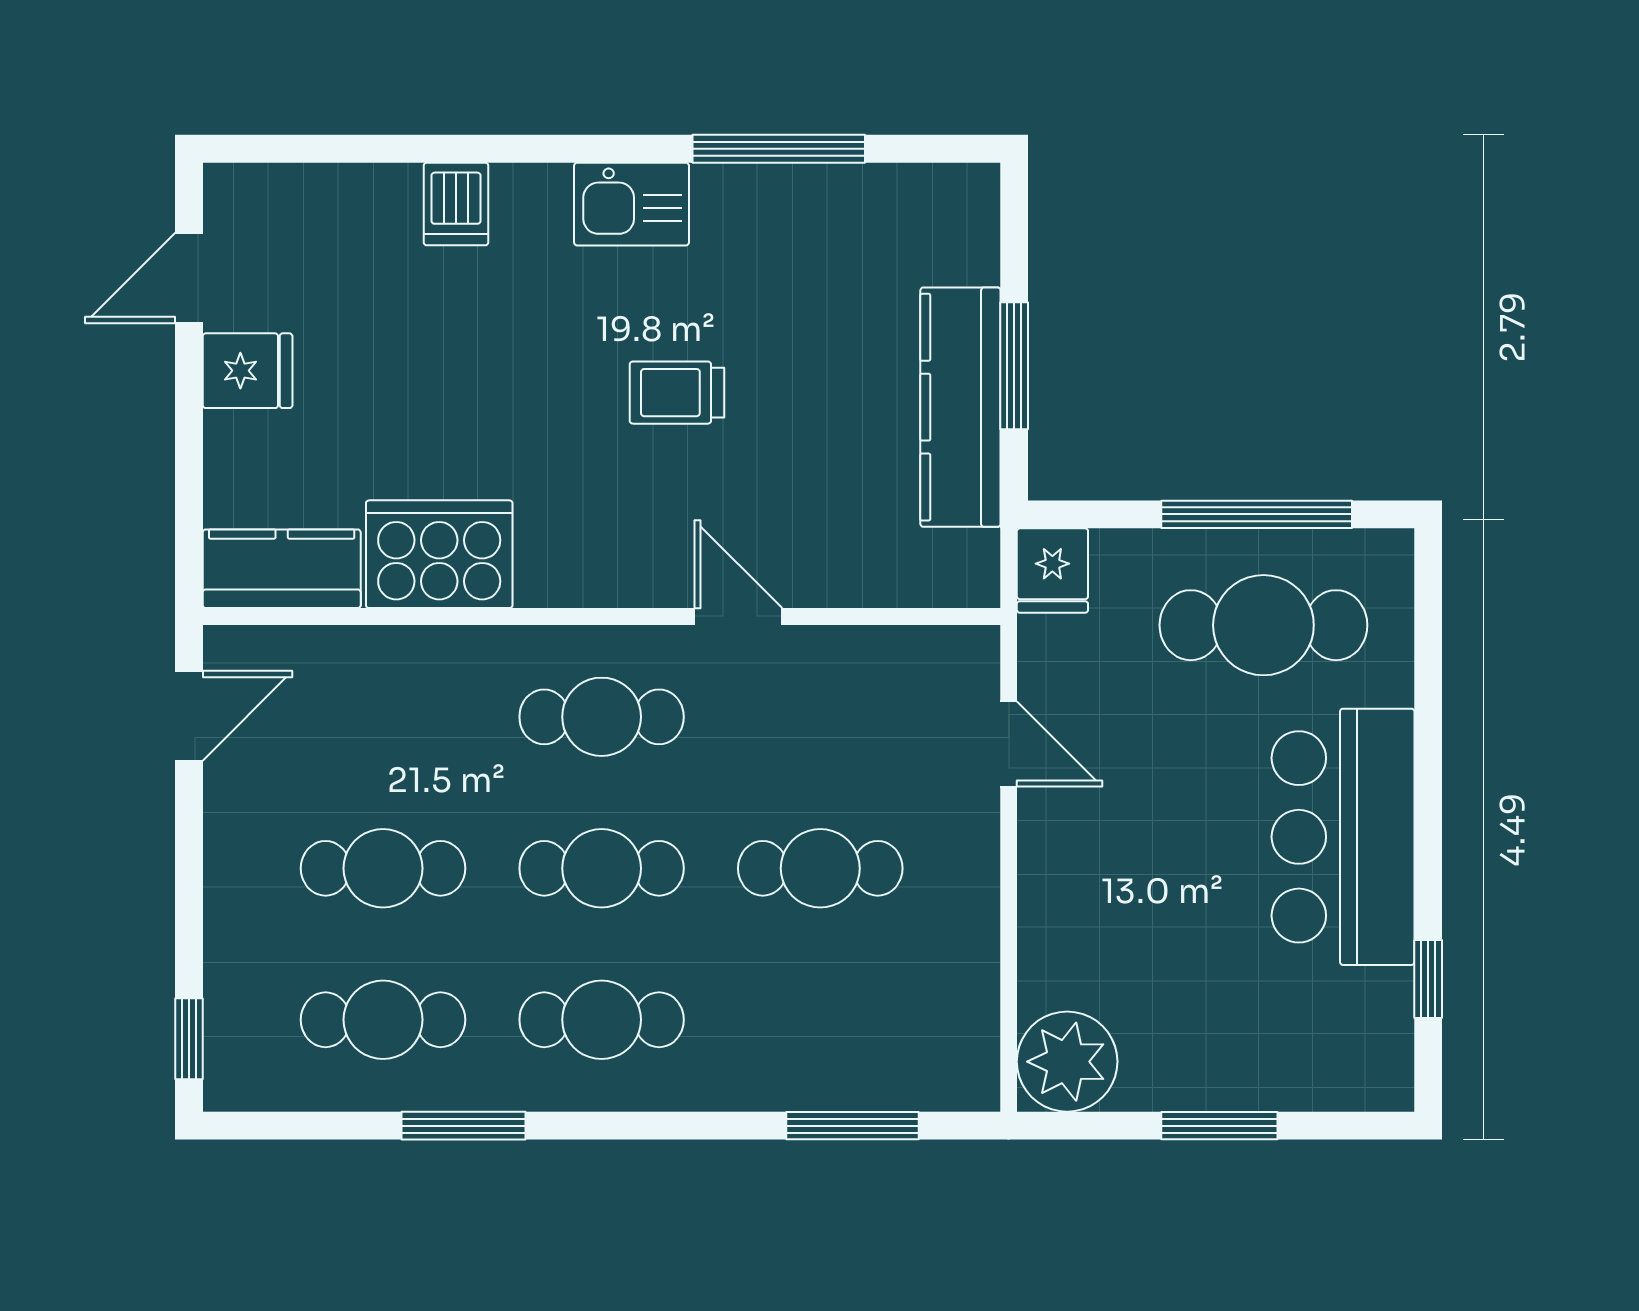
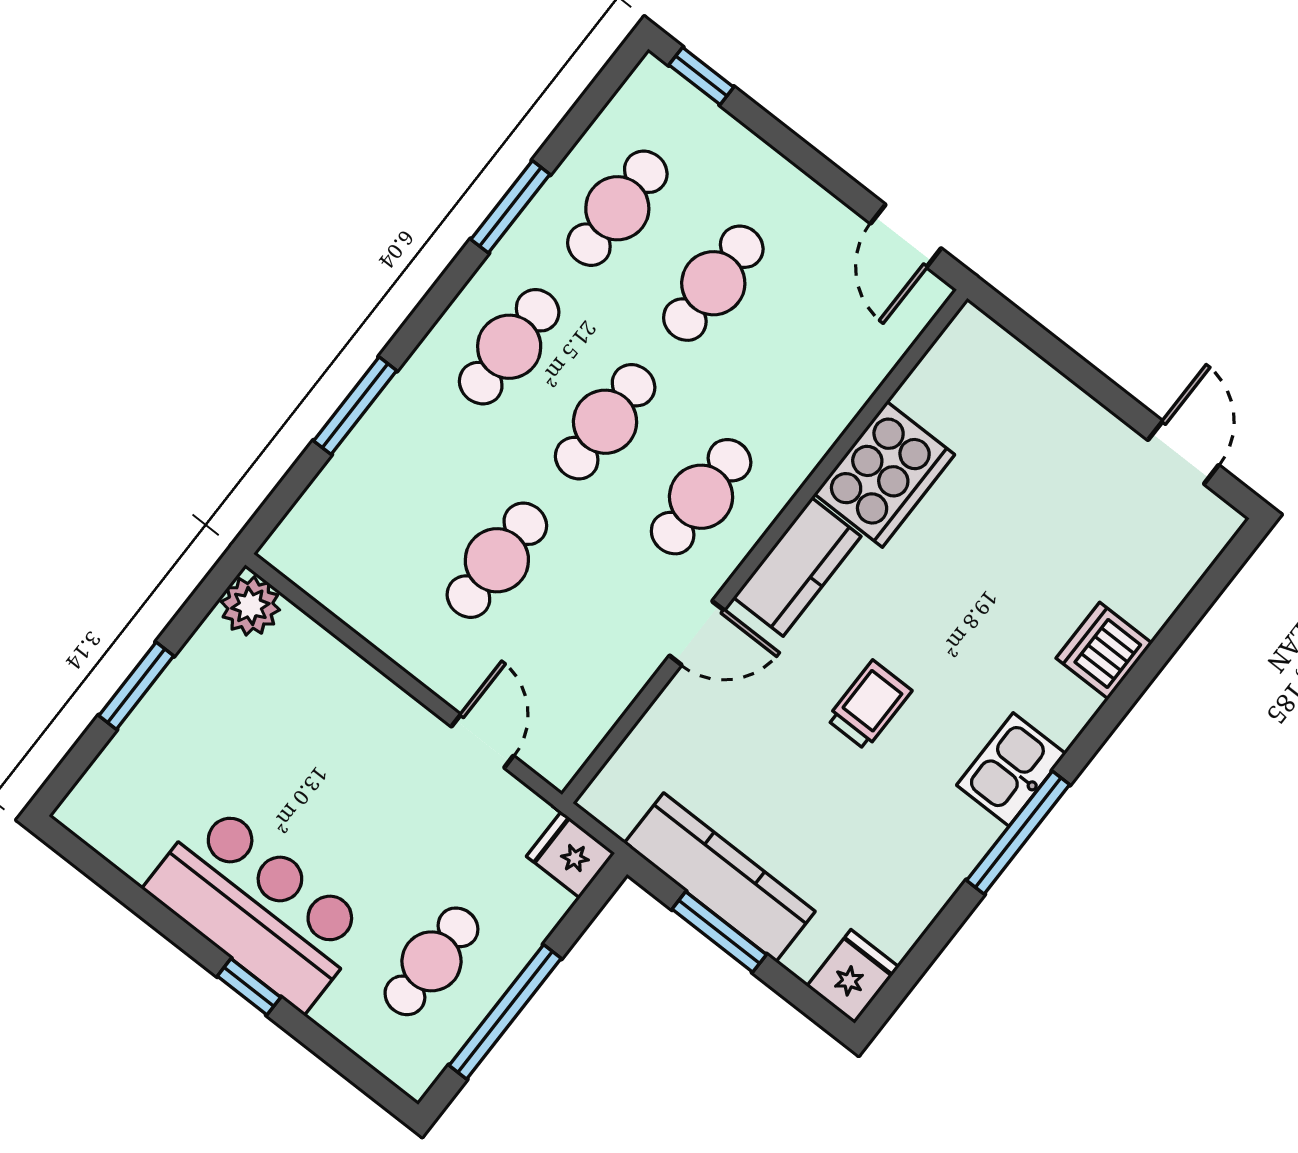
window: (779, 149) -> (1018, 833), moved
dishwasher: (456, 204) -> (1104, 651), width x1.38
fridge: (248, 371) -> (853, 976), moved, turned 180
kitchen counter: (282, 569) -> (797, 567), moved
cafe table: (1263, 625) -> (431, 961), width x0.73, depth x0.74
door: (1009, 744) -> (482, 741), swing flipped
window: (1428, 979) -> (249, 987), moved
plant: (1067, 1062) -> (250, 606), width x0.73, depth x0.73
window: (853, 1126) -> (355, 406), moved

